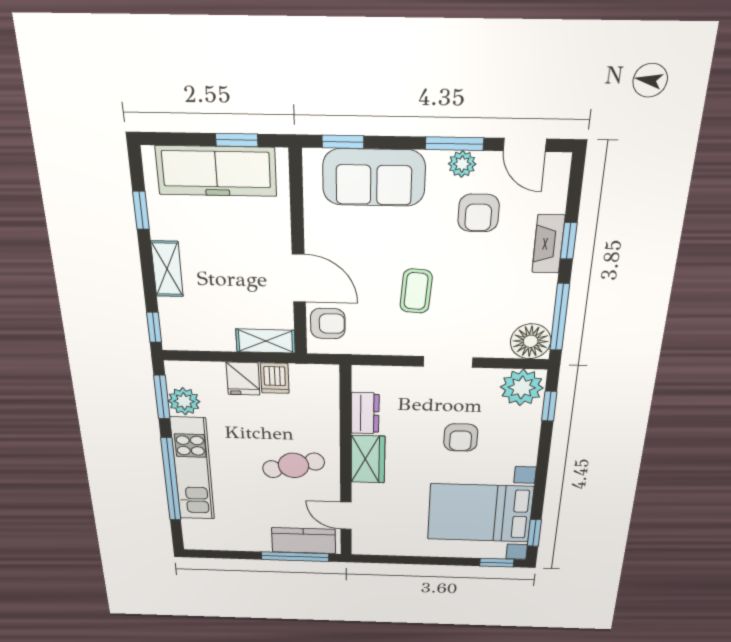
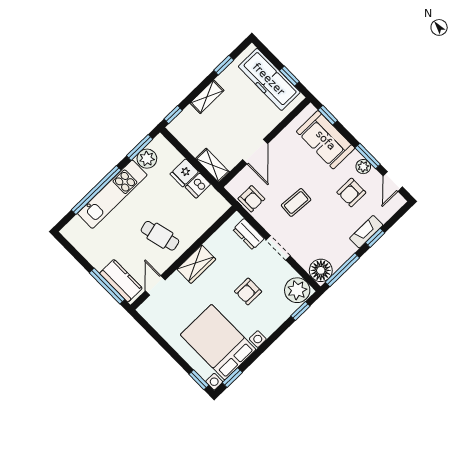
armchair: (328, 324) -> (251, 199), moved
dresser: (365, 413) -> (248, 234), moved, turned 90

